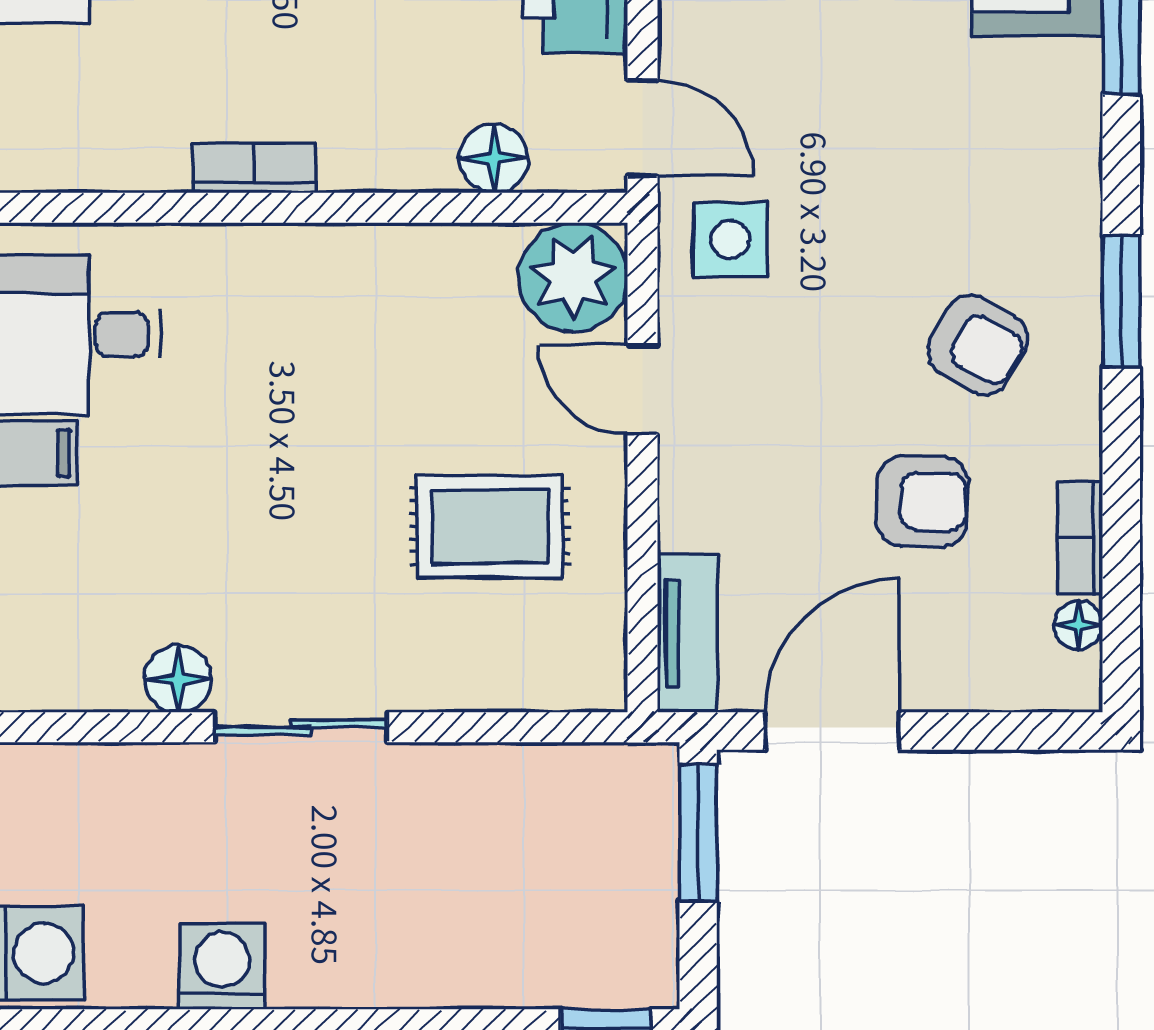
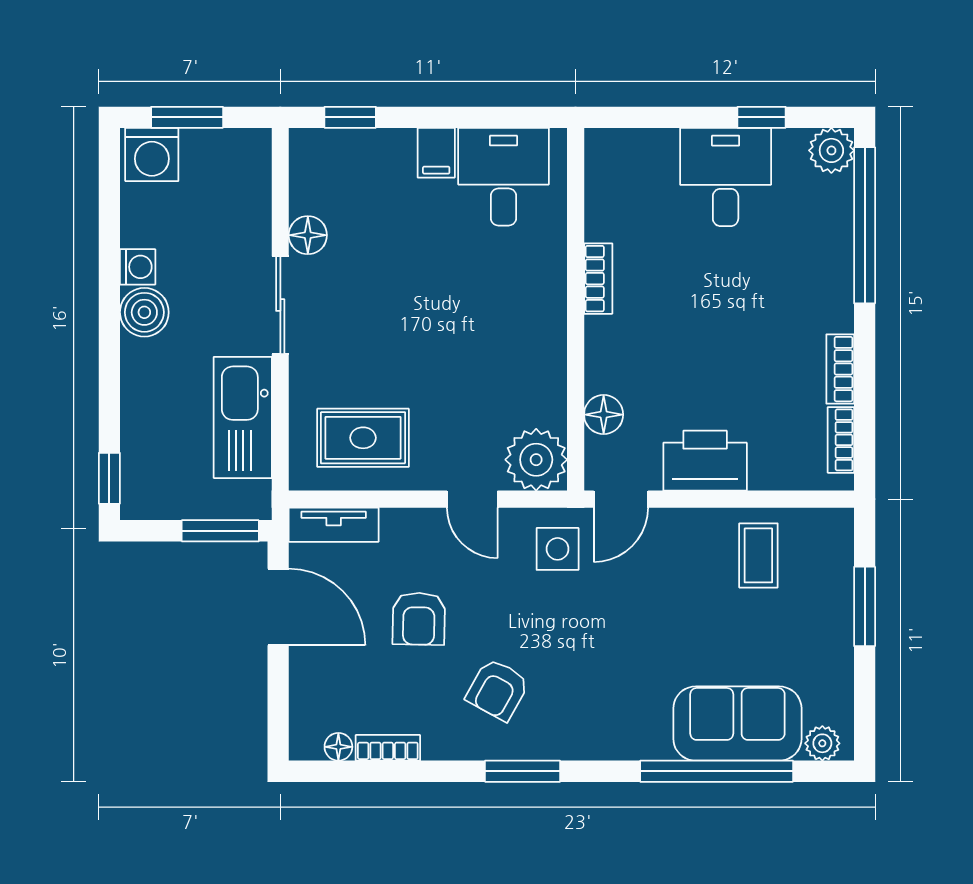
door: (642, 389) -> (472, 499), swing flipped
armchair: (922, 501) -> (419, 619), moved
rug: (490, 527) -> (363, 438), moved, turned 90
kitchen sink: (499, 793) -> (243, 417), added
washing machine: (222, 967) -> (138, 267), width x0.73, depth x0.73
boiler: (314, 967) -> (144, 312), added

